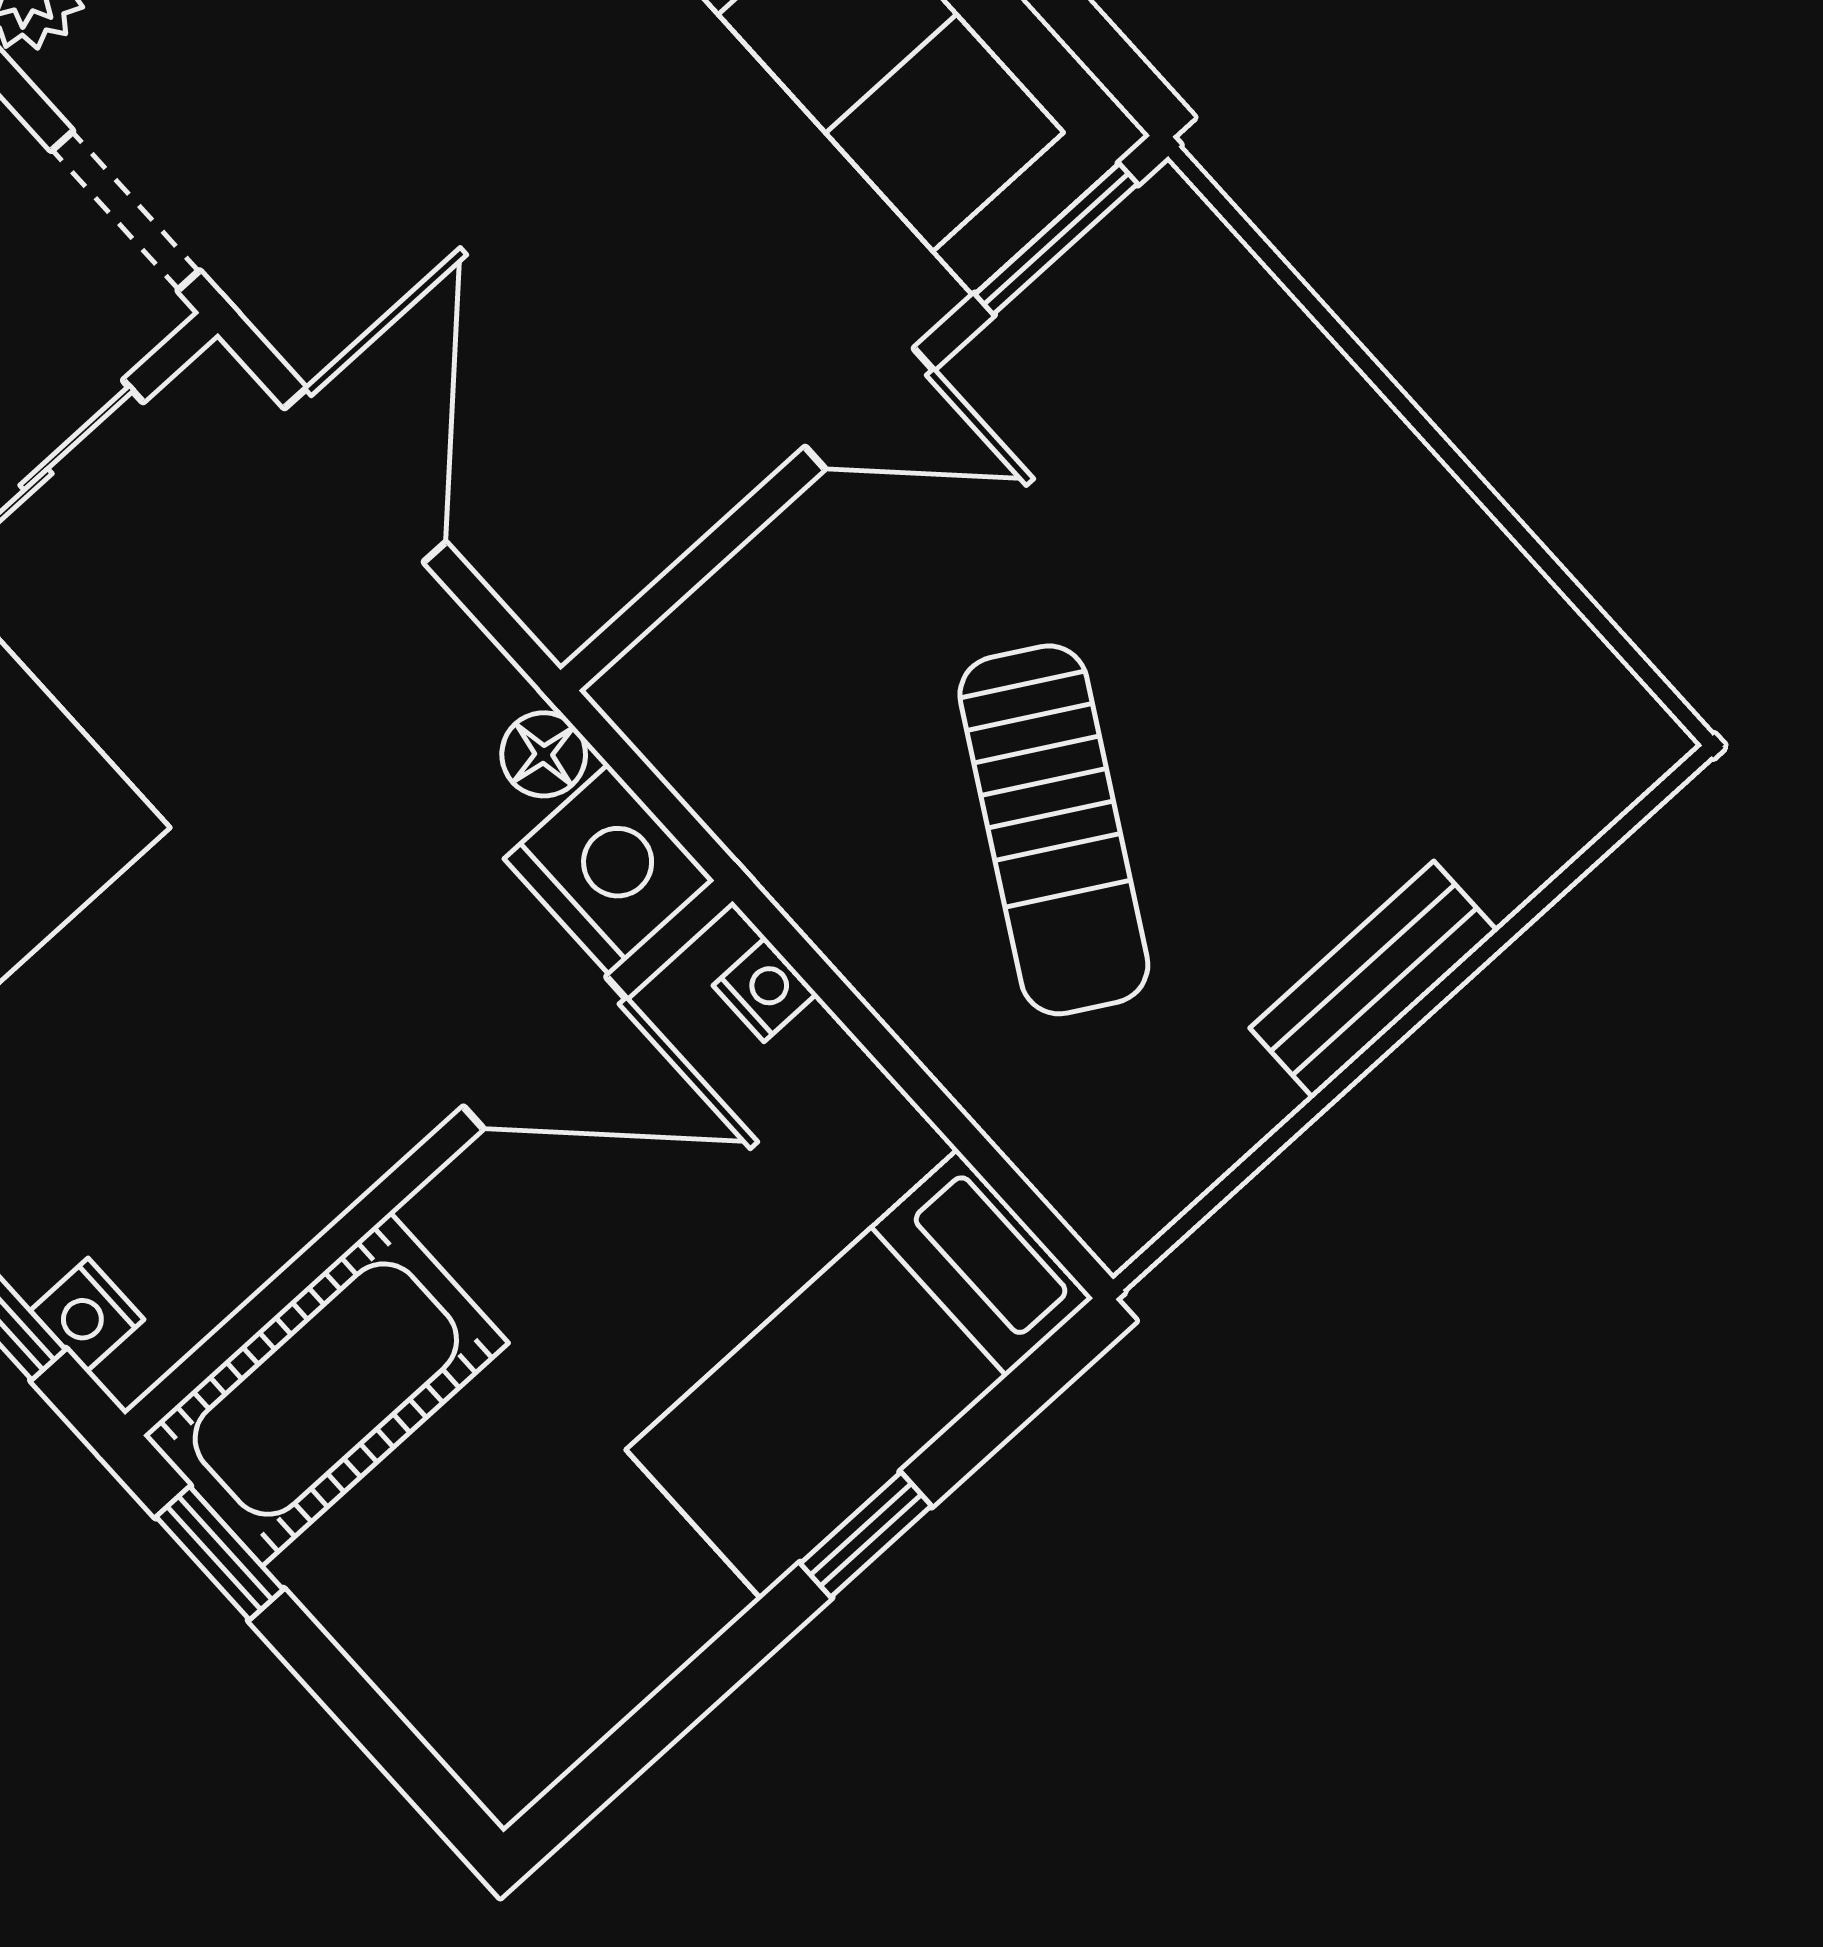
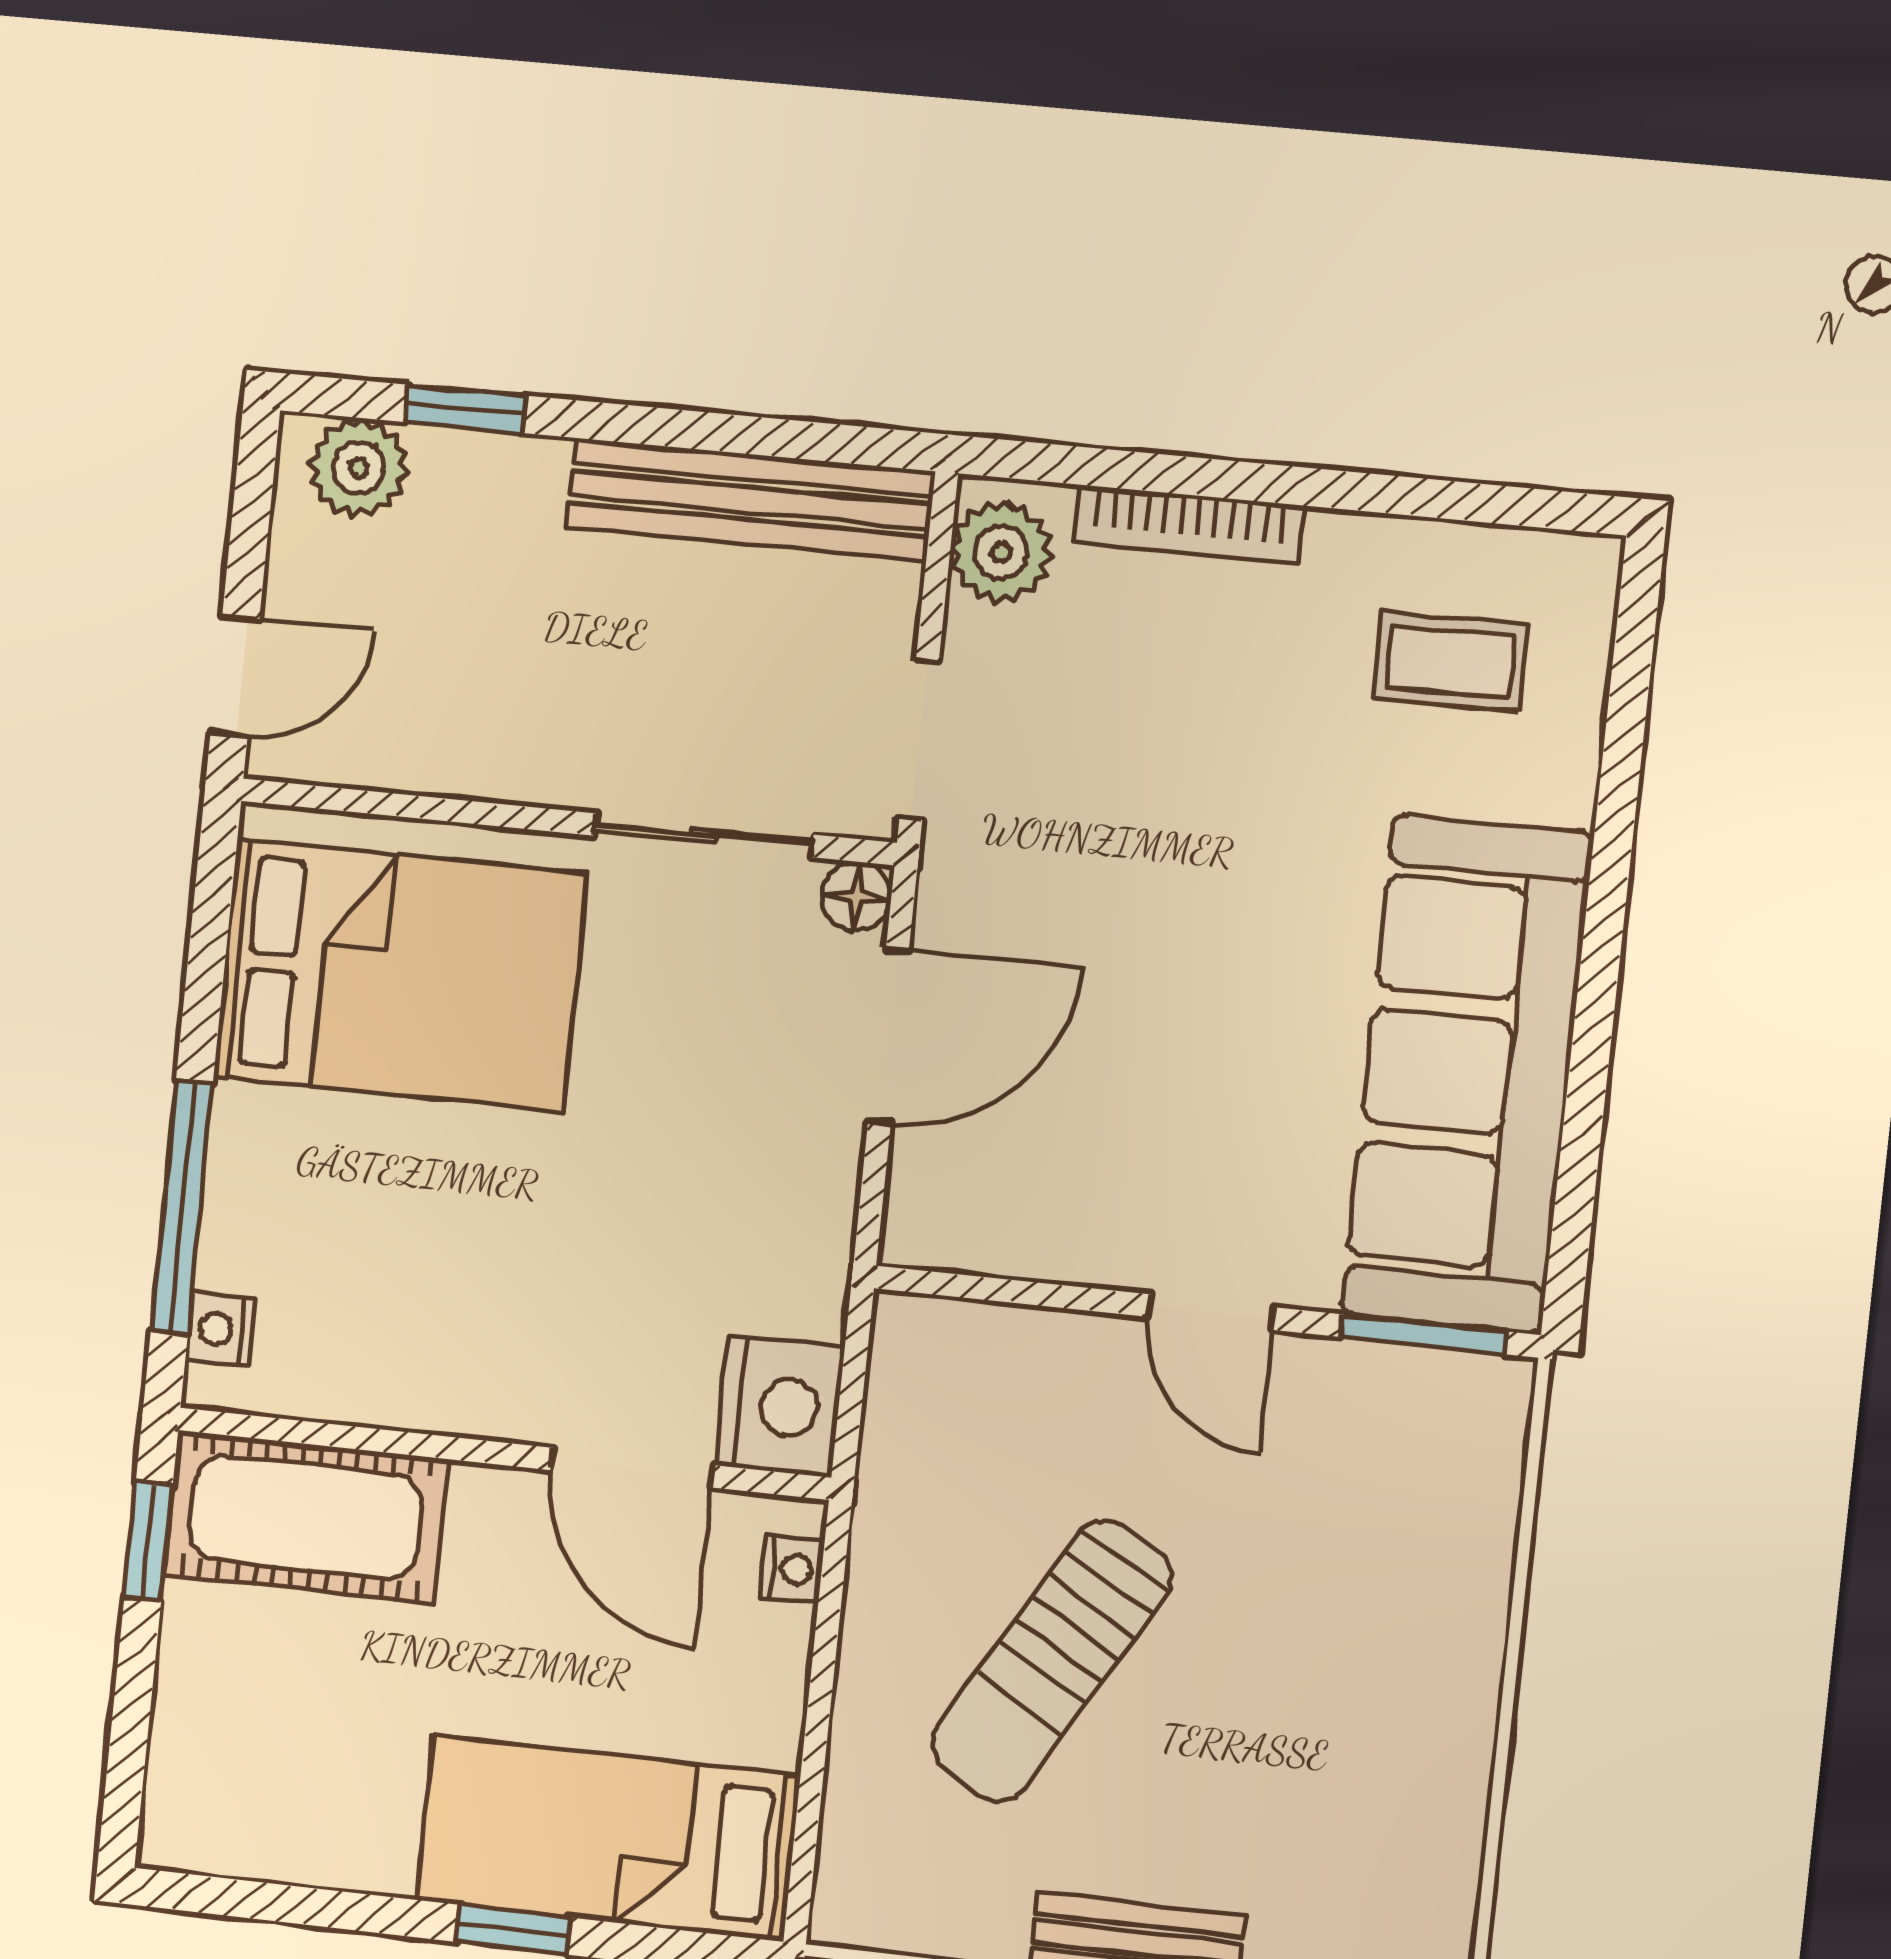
floor lamp: (544, 754) -> (857, 897), moved

